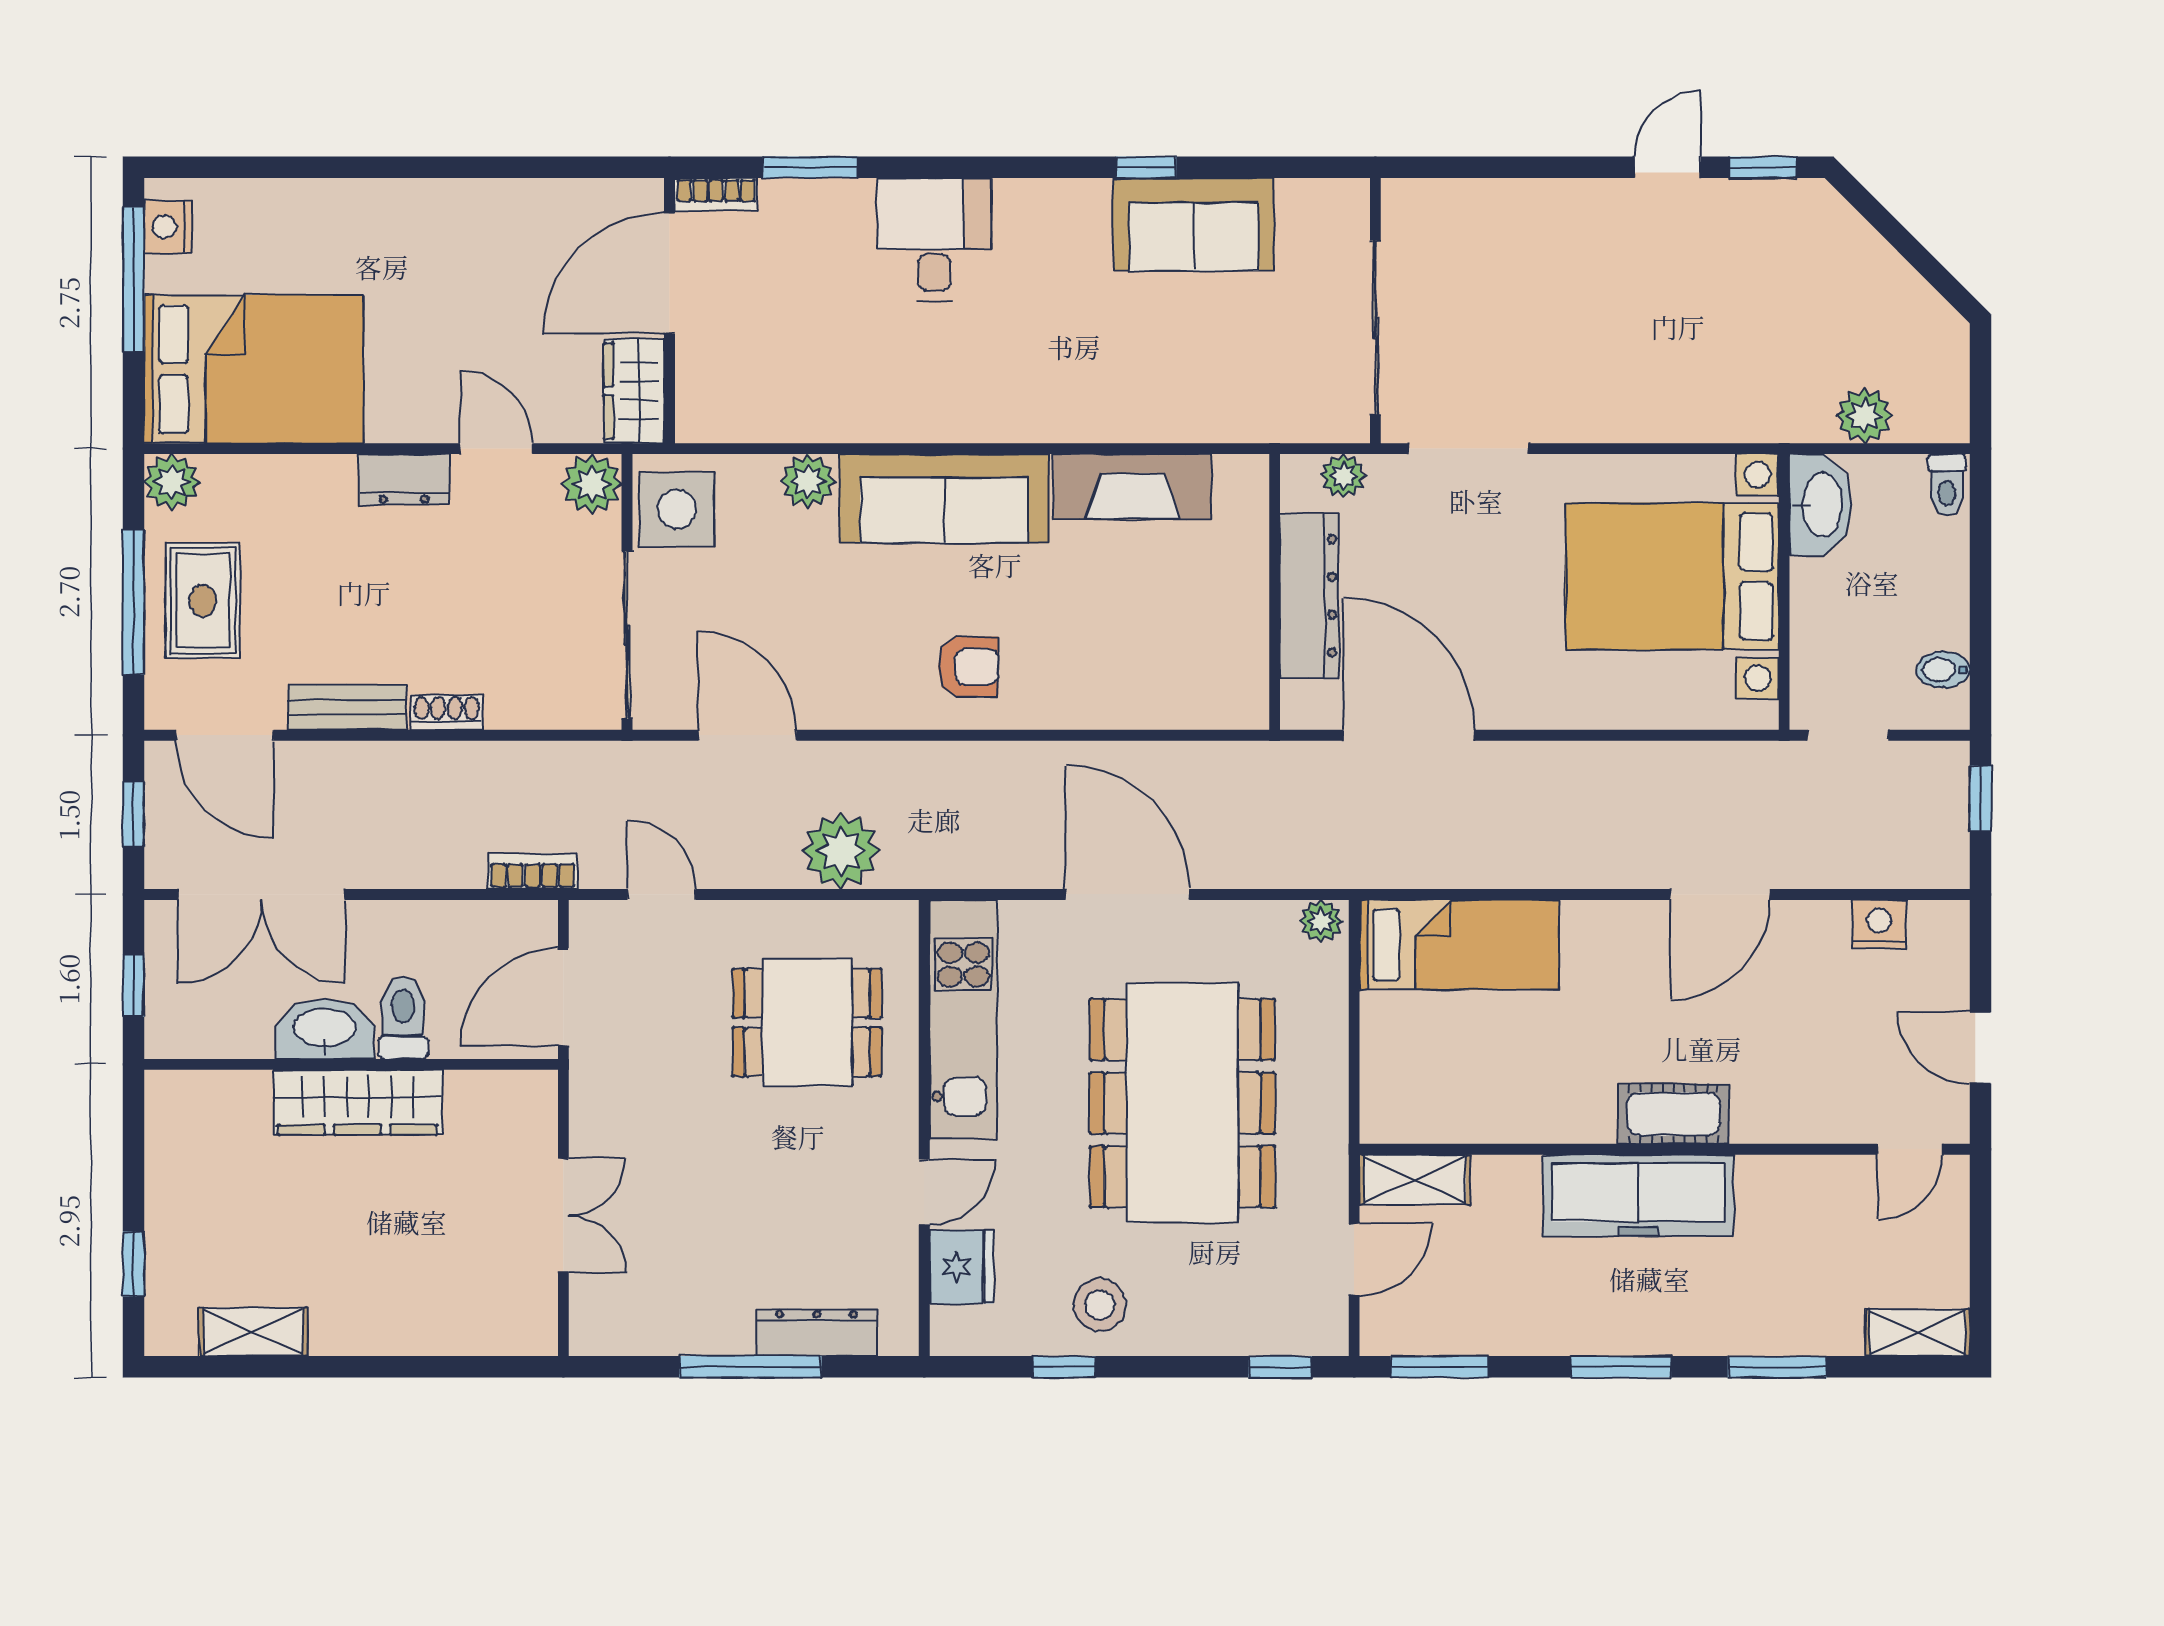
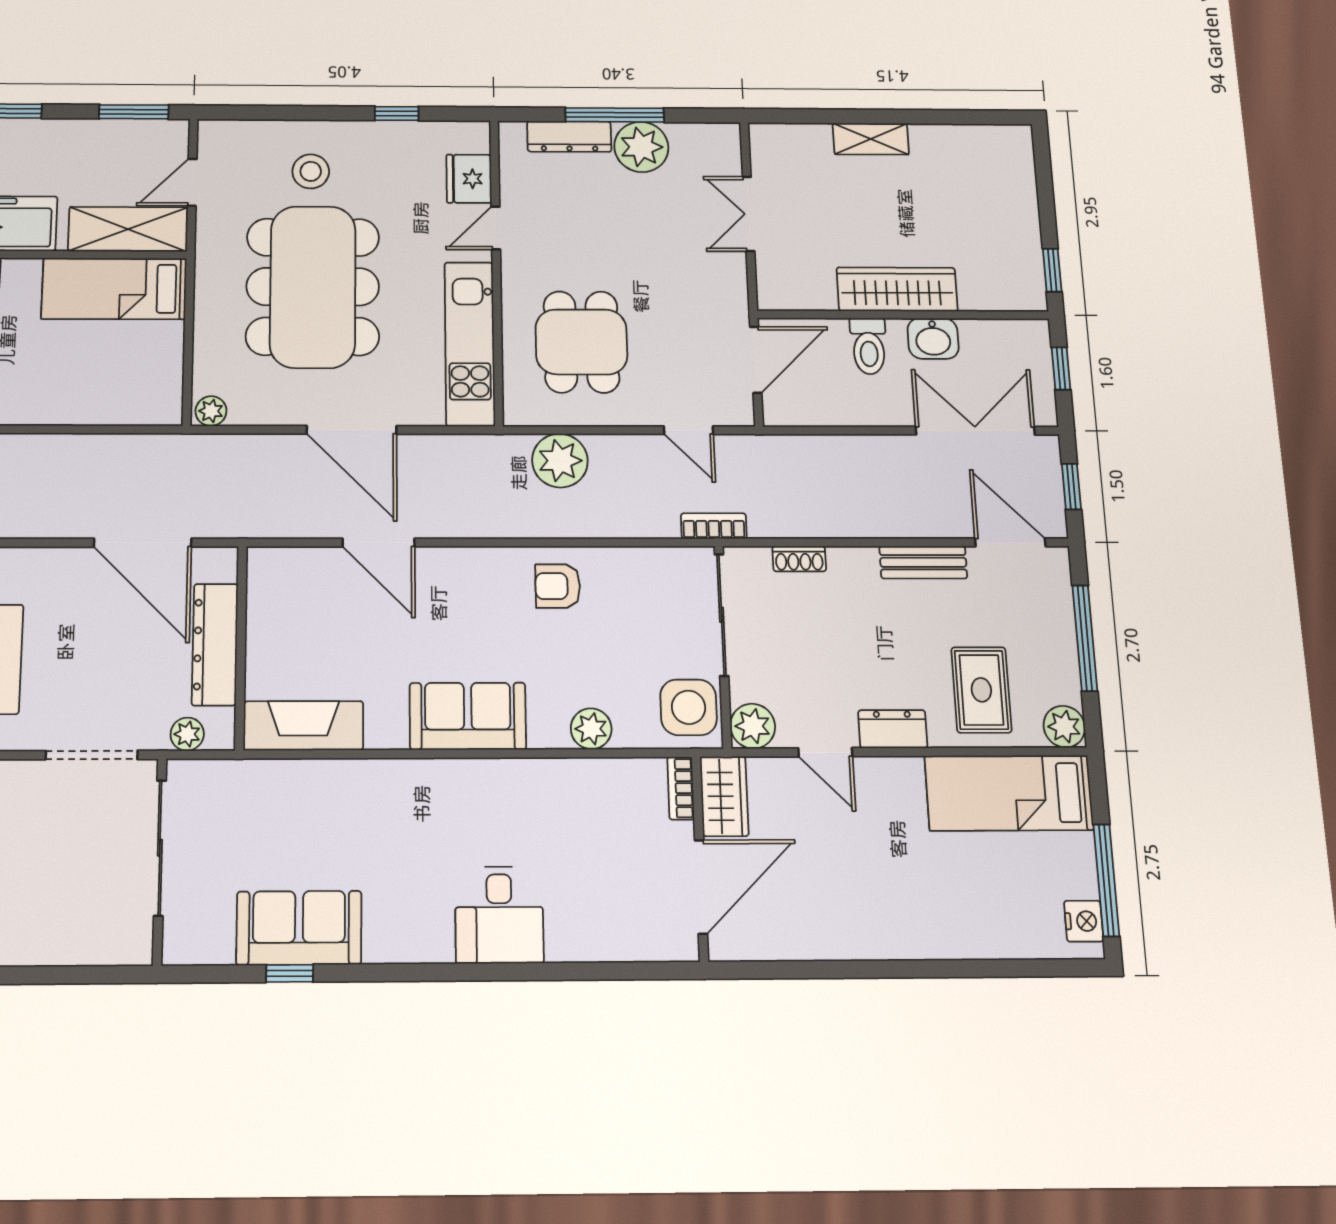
window: (810, 167) -> (596, 971), removed
window: (1146, 167) -> (290, 973), moved
bookcase: (716, 194) -> (681, 788), moved, turned -90
bed: (254, 369) -> (1009, 793), width x0.67
fireplace: (1132, 486) -> (303, 726), moved
sofa: (944, 498) -> (468, 716), width x0.73
rug: (203, 601) -> (981, 690), moved
armchair: (968, 667) -> (558, 586), moved
shoe rack: (447, 712) -> (799, 559), moved
door: (747, 735) -> (379, 543), moved
bookcase: (533, 871) -> (714, 526), moved, turned 180
bed: (1459, 945) -> (114, 289), moved
dining table: (807, 1023) -> (581, 342), turned 90
washbasin: (325, 1029) -> (933, 339), width x0.72
shelving: (1415, 1179) -> (128, 229), width x1.50, depth x1.33
window: (133, 1264) -> (1052, 270), moved
stool: (1100, 1305) -> (311, 171), moved
plant: (713, 1317) -> (641, 147), added
shelving: (253, 1332) -> (871, 139), moved
window: (1280, 1367) -> (246, 113), removed

